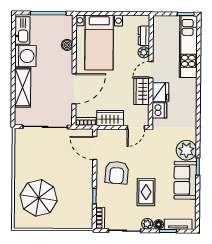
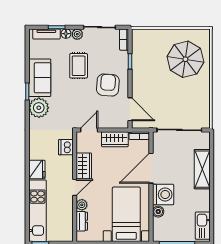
washing machine: (25, 56) -> (163, 195), moved, turned 180
fridge: (160, 92) -> (37, 169), moved, turned 180

